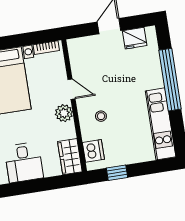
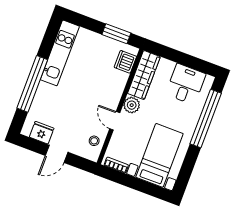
stool: (101, 116) -> (94, 141), moved
wardrobe: (70, 157) -> (144, 75), width x1.50
window: (117, 173) -> (116, 34), width x1.50

